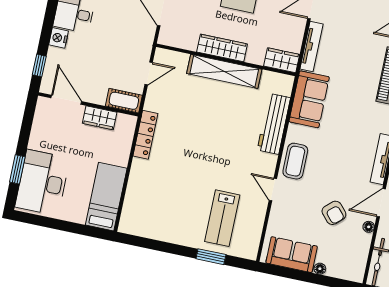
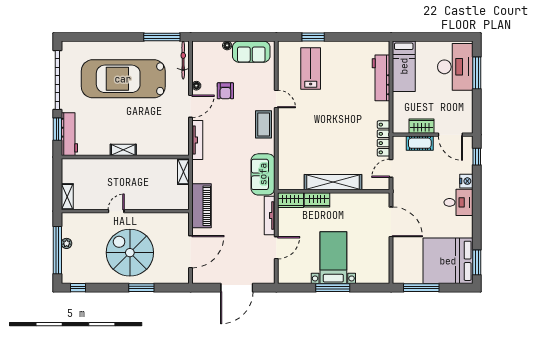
wardrobe: (222, 48) -> (317, 200), moved, width x0.67
cot: (124, 101) -> (420, 143), moved
workbench: (274, 124) -> (381, 78), moved, turned 180
locker: (145, 135) -> (384, 138), moved
window: (17, 169) -> (477, 73), width x1.44
armchair: (334, 213) -> (225, 91), turned -138

